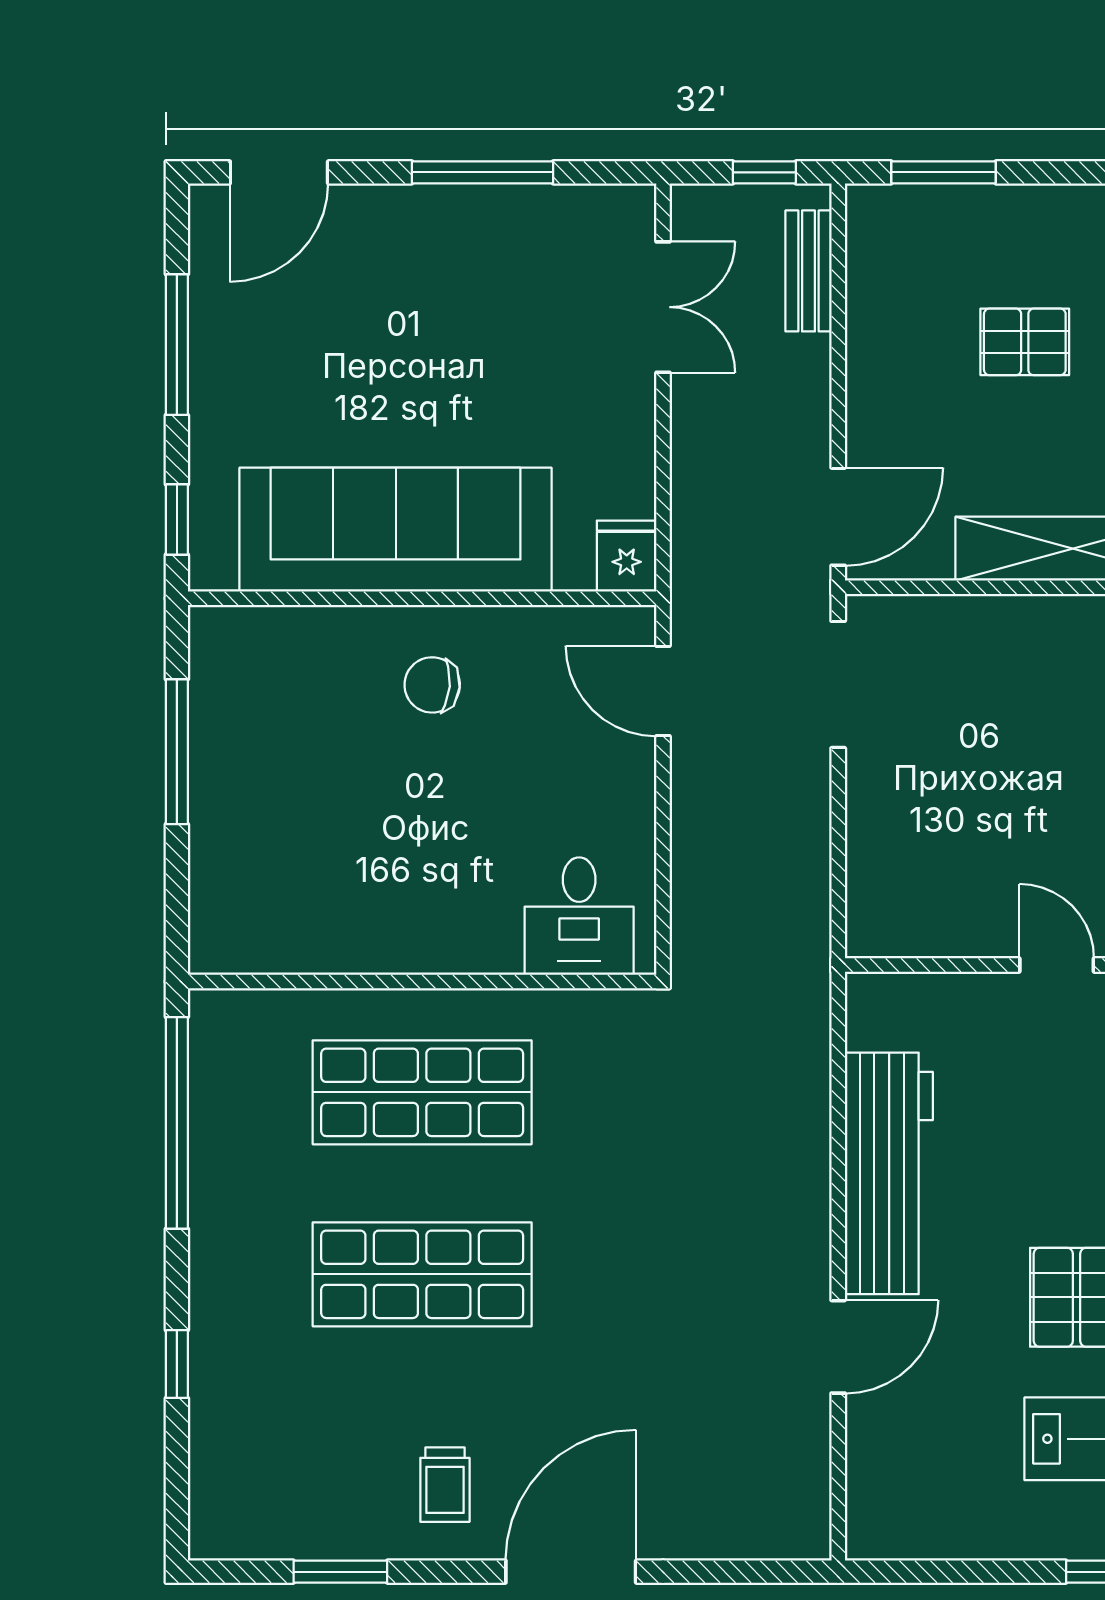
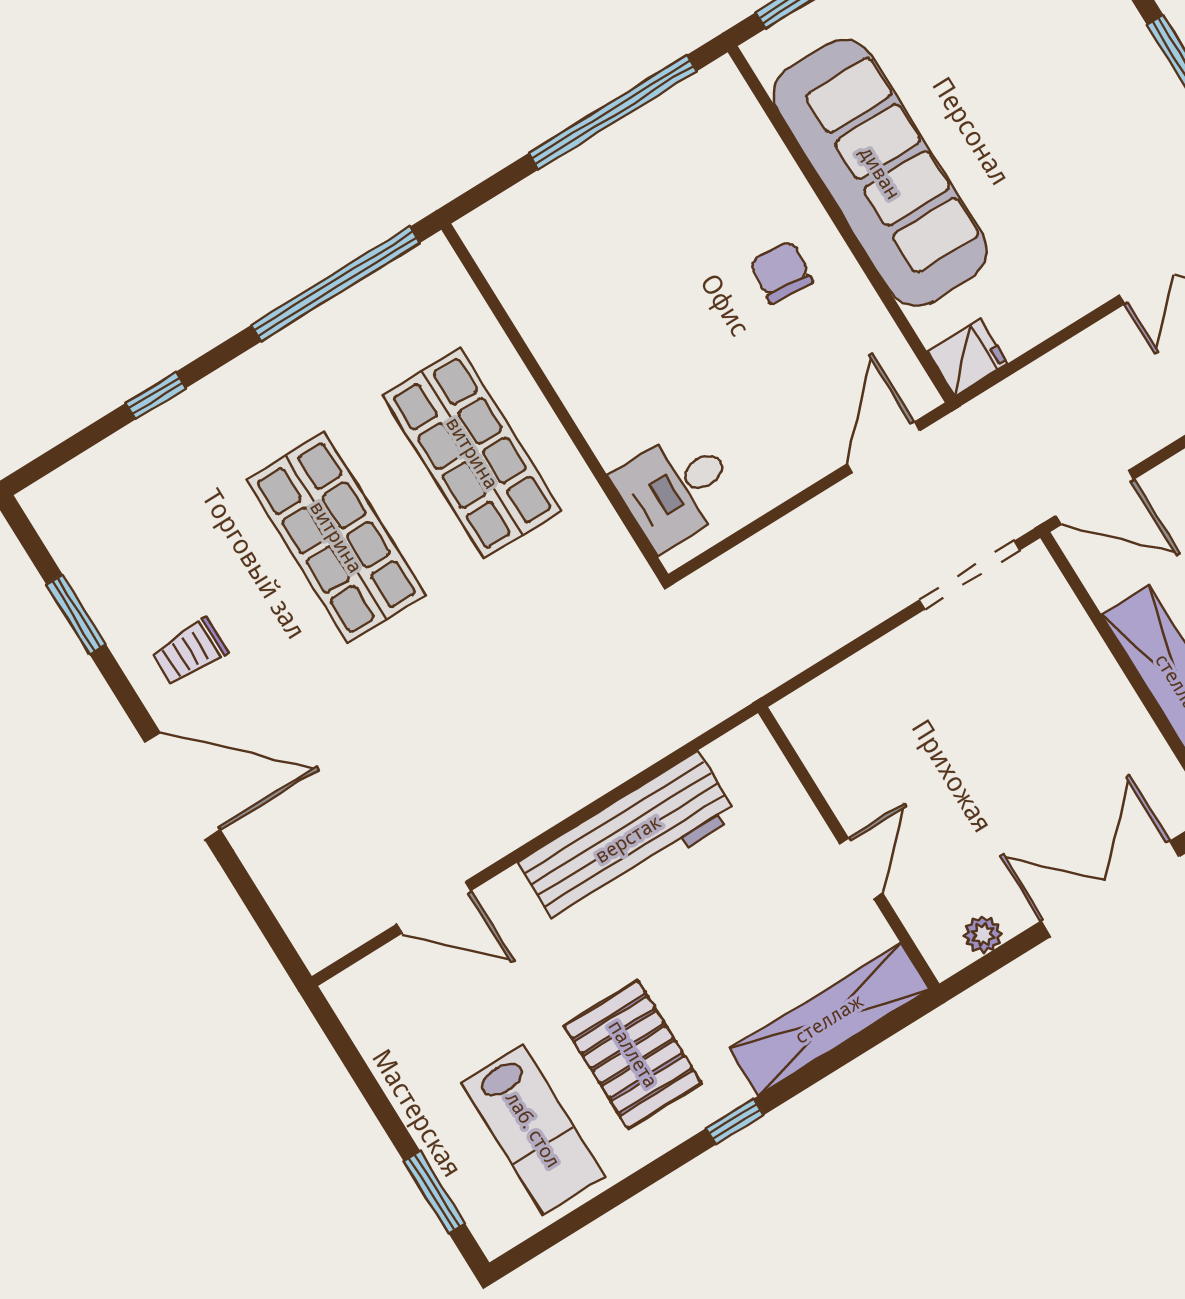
window: (177, 752) -> (613, 112), width x1.46
door: (838, 1347) -> (433, 908), moved

